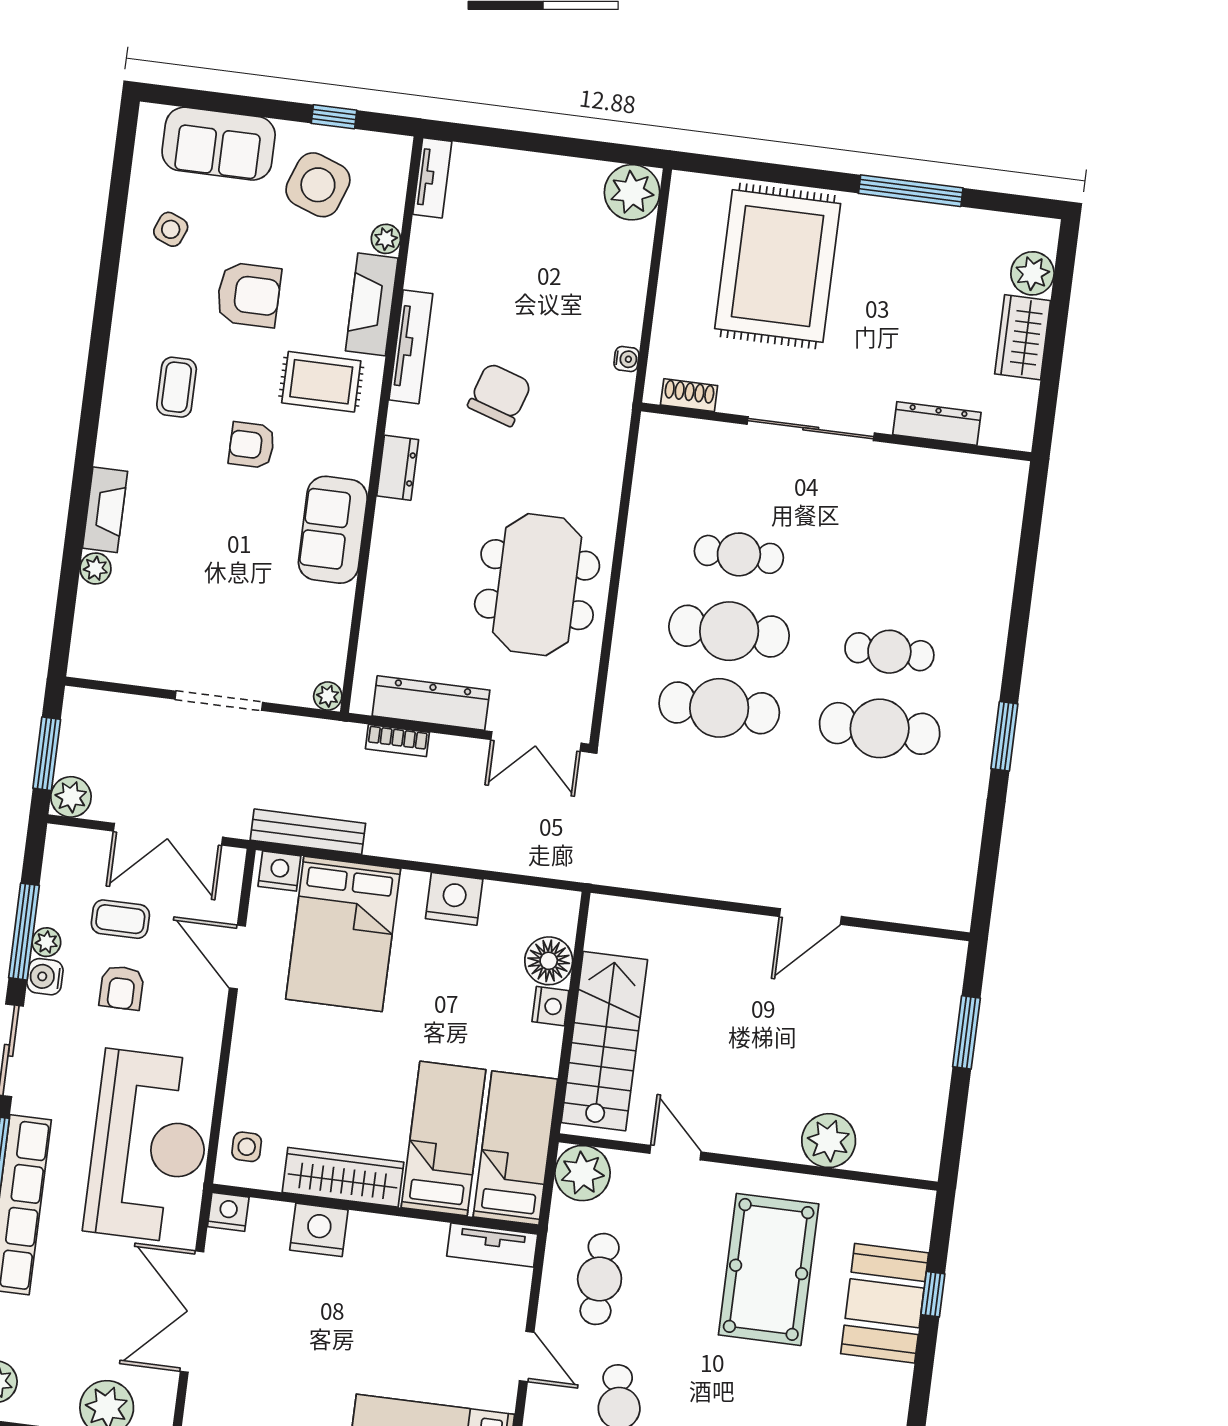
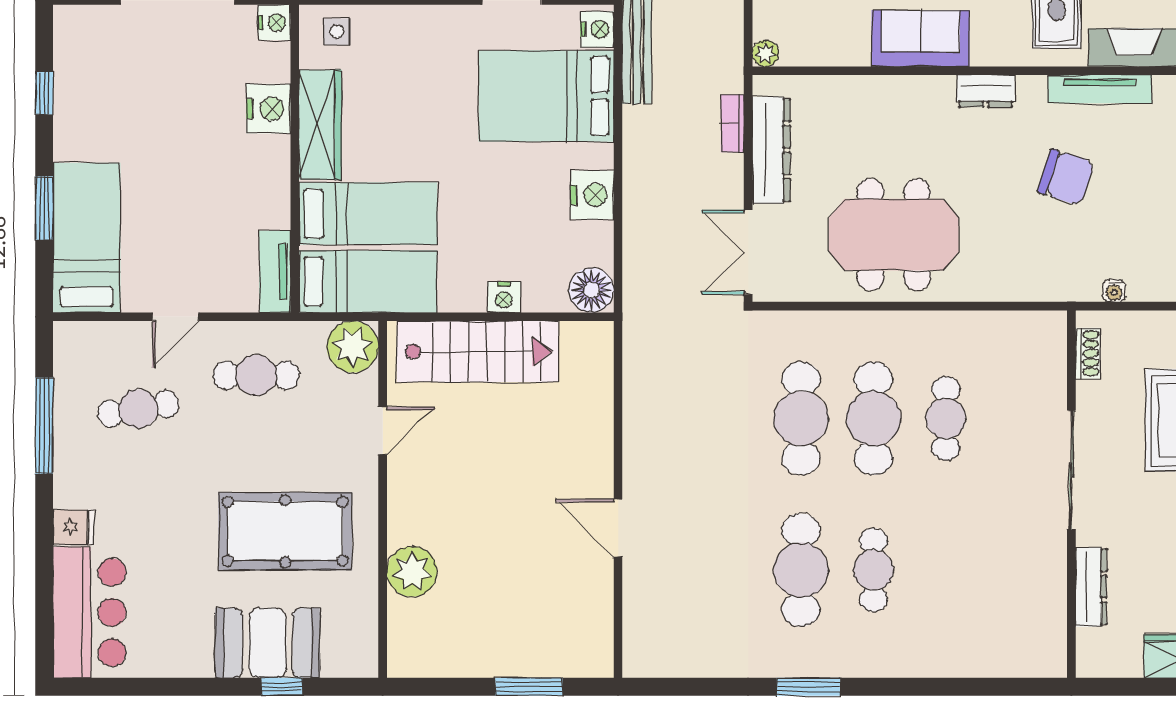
floor lamp: (549, 961) -> (591, 290), moved

